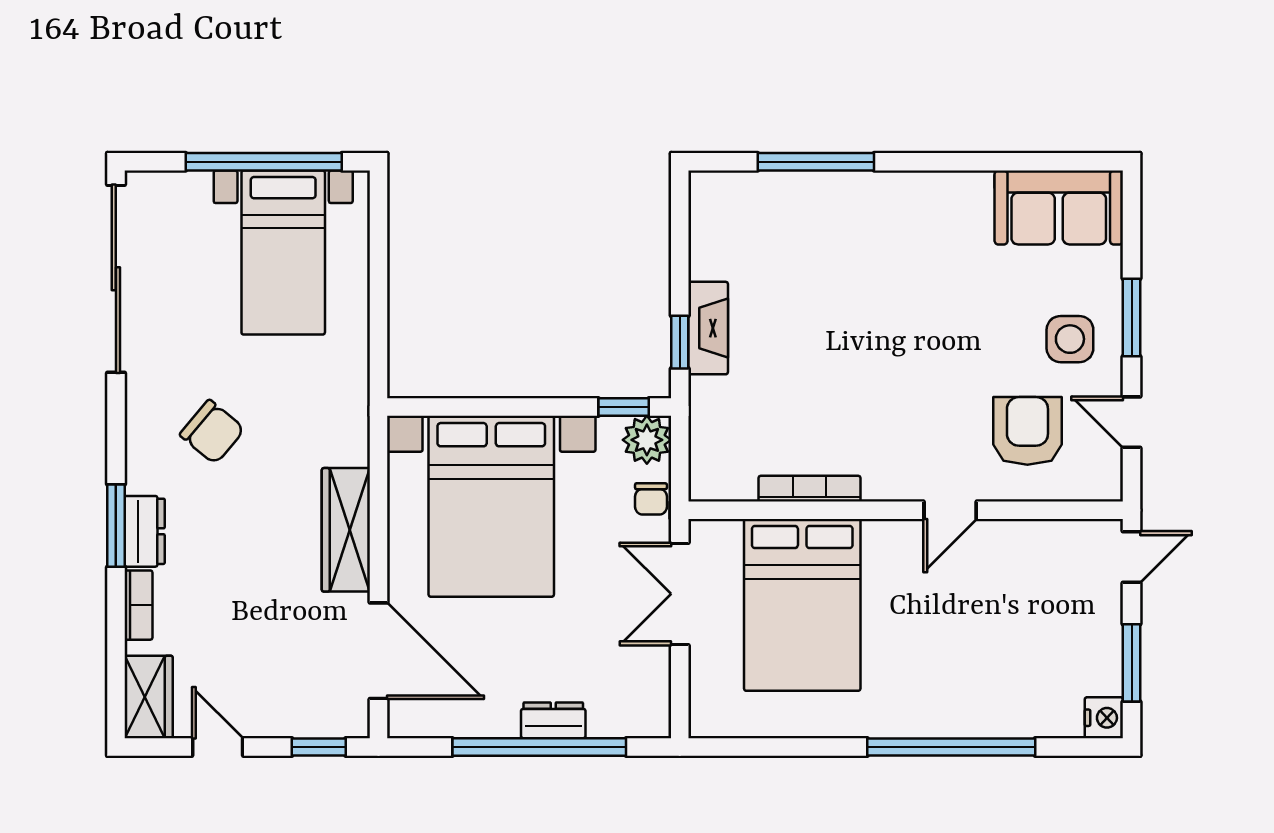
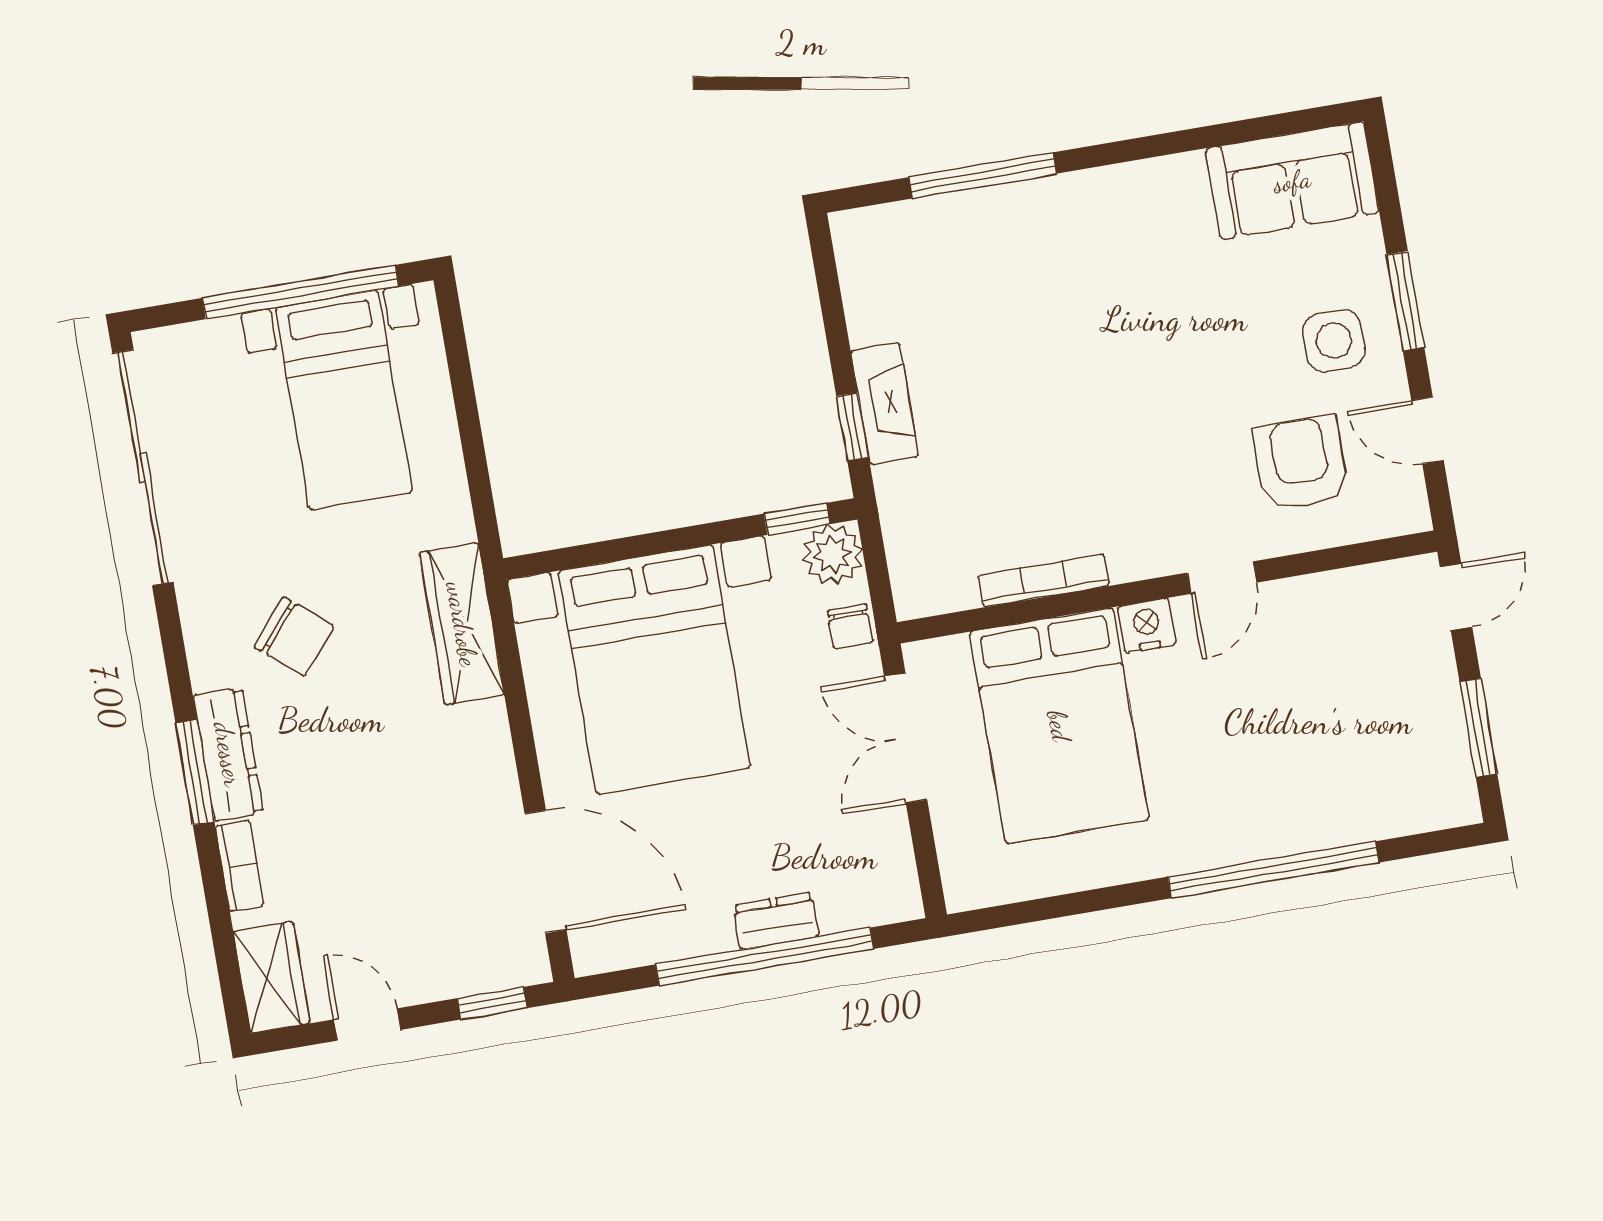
wardrobe: (346, 530) -> (462, 624), moved
dresser: (145, 531) -> (228, 754), width x1.44
nightstand: (1104, 718) -> (1147, 626), moved, turned -90

